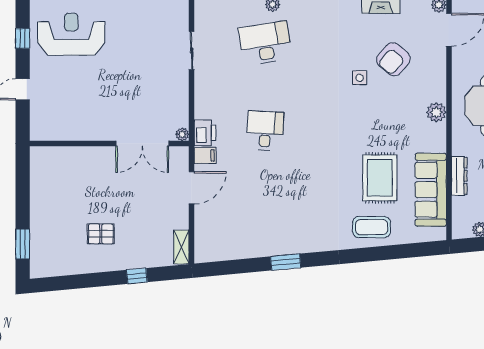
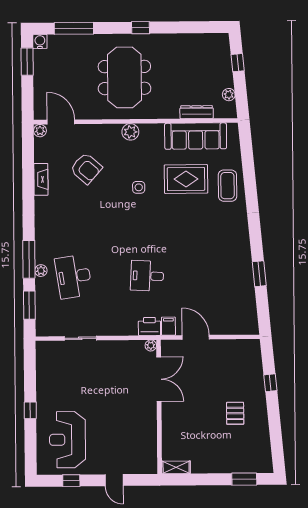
side table: (360, 78) -> (139, 187), moved
dresser: (459, 176) -> (197, 112), moved
shelving: (181, 247) -> (176, 467), moved
window: (286, 262) -> (259, 274), moved

